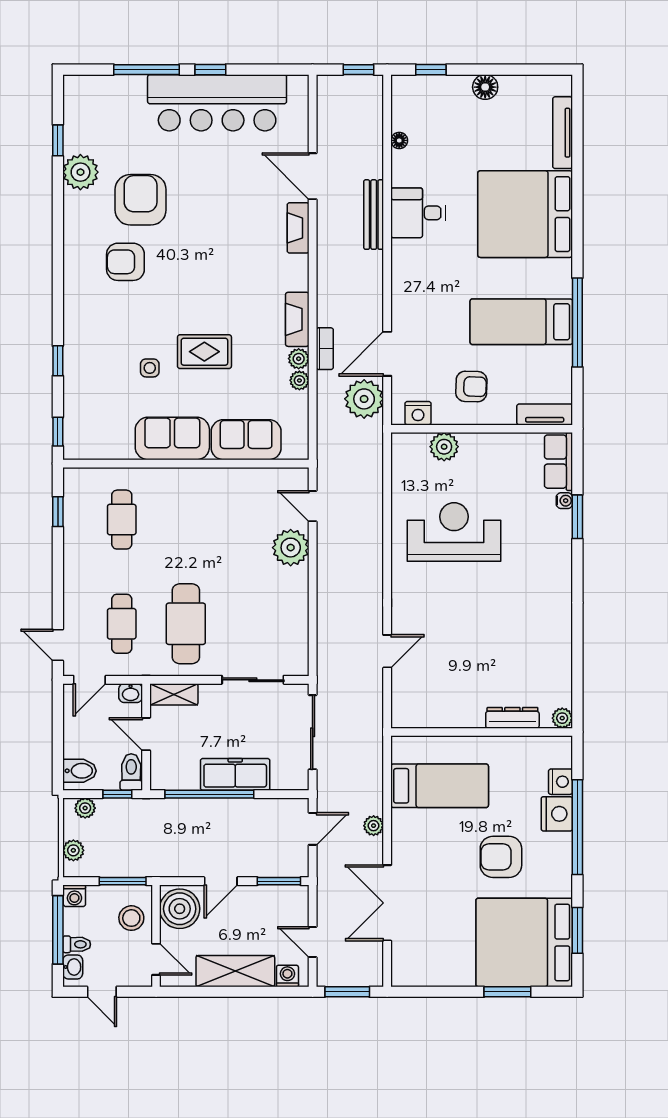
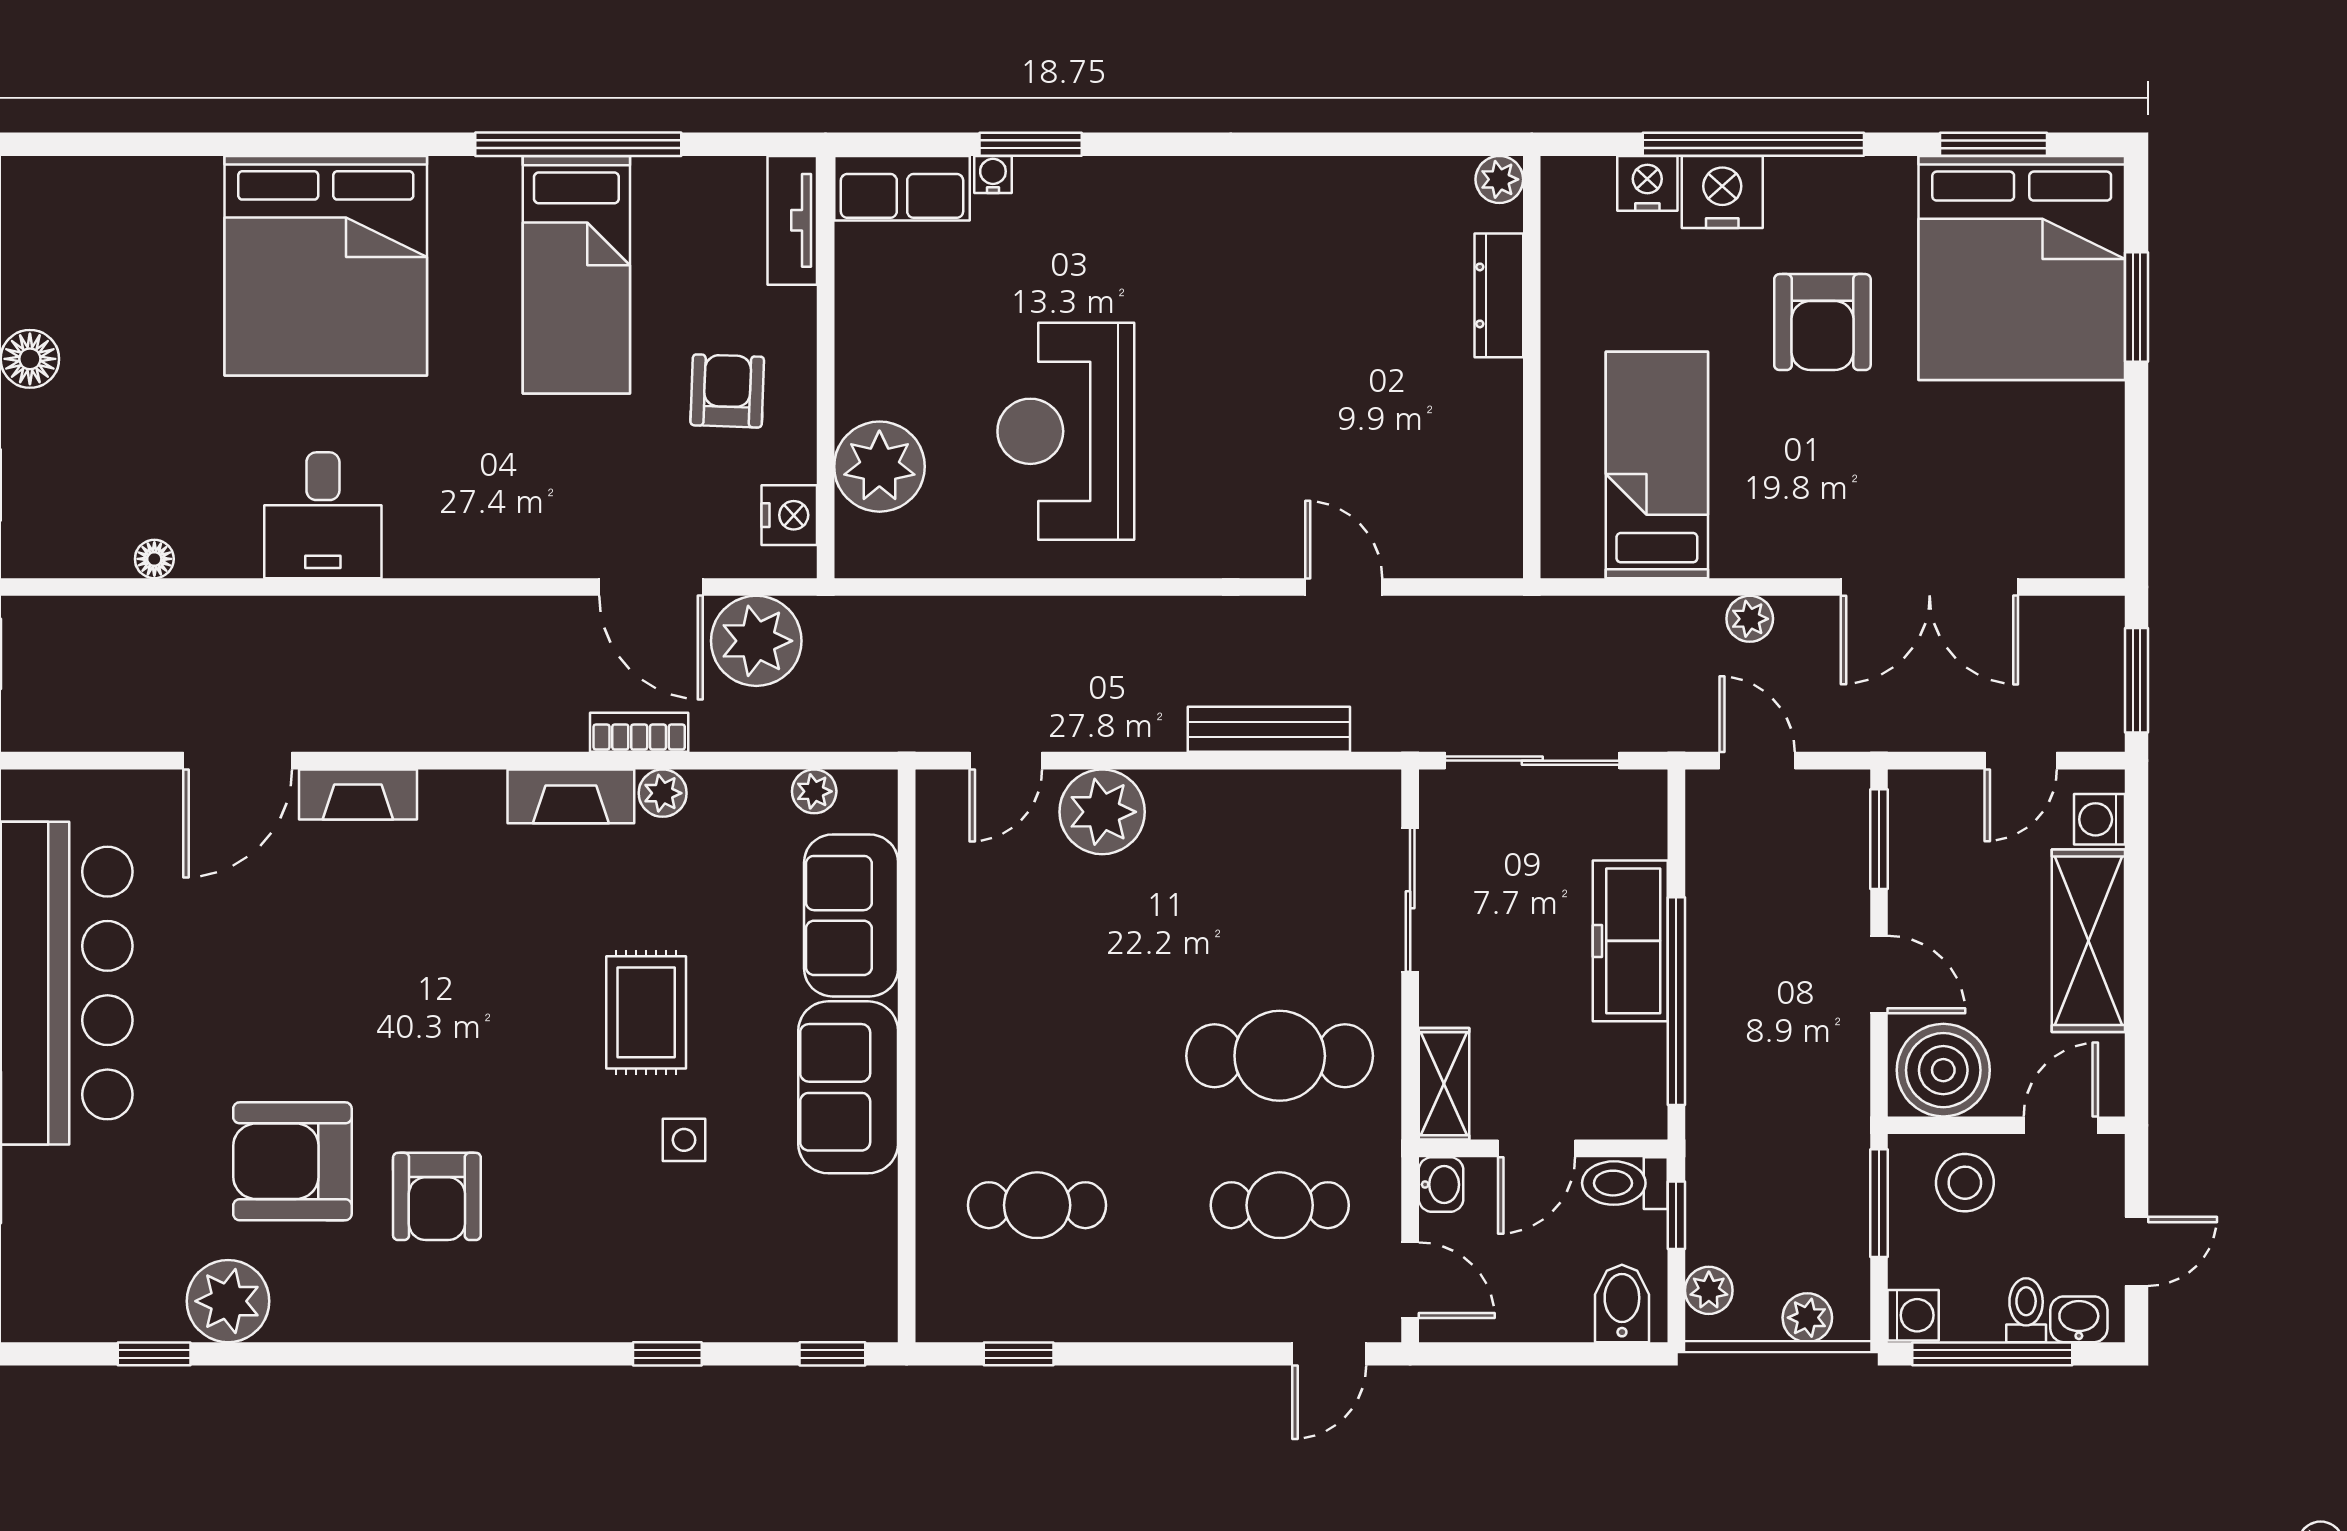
tv unit: (563, 133) -> (136, 178), removed
bench: (374, 215) -> (1269, 729), moved
plant: (299, 380) -> (814, 791), moved
plant: (444, 447) -> (879, 467), width x1.36, depth x1.36

